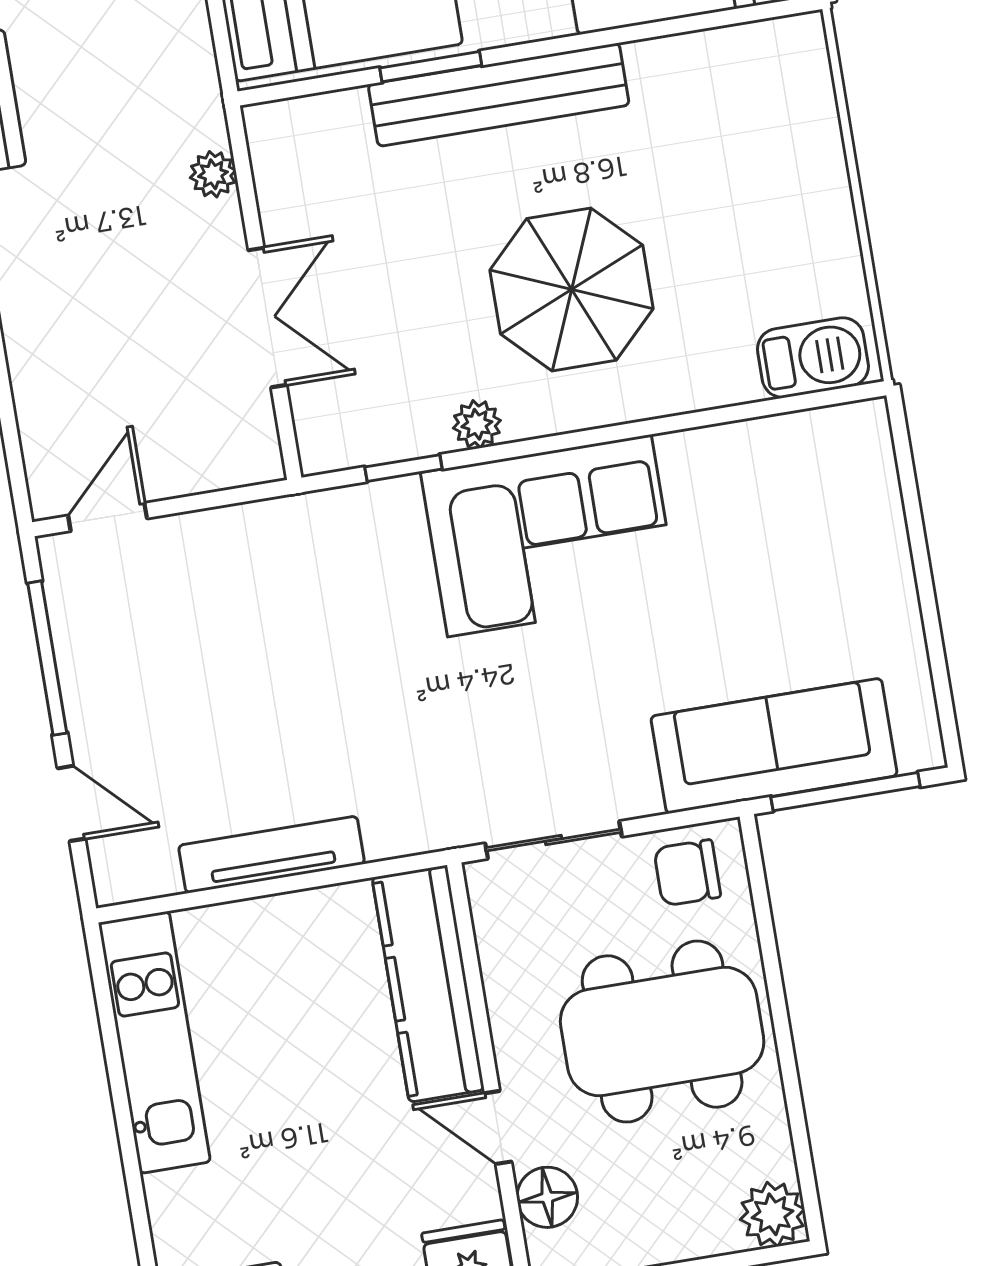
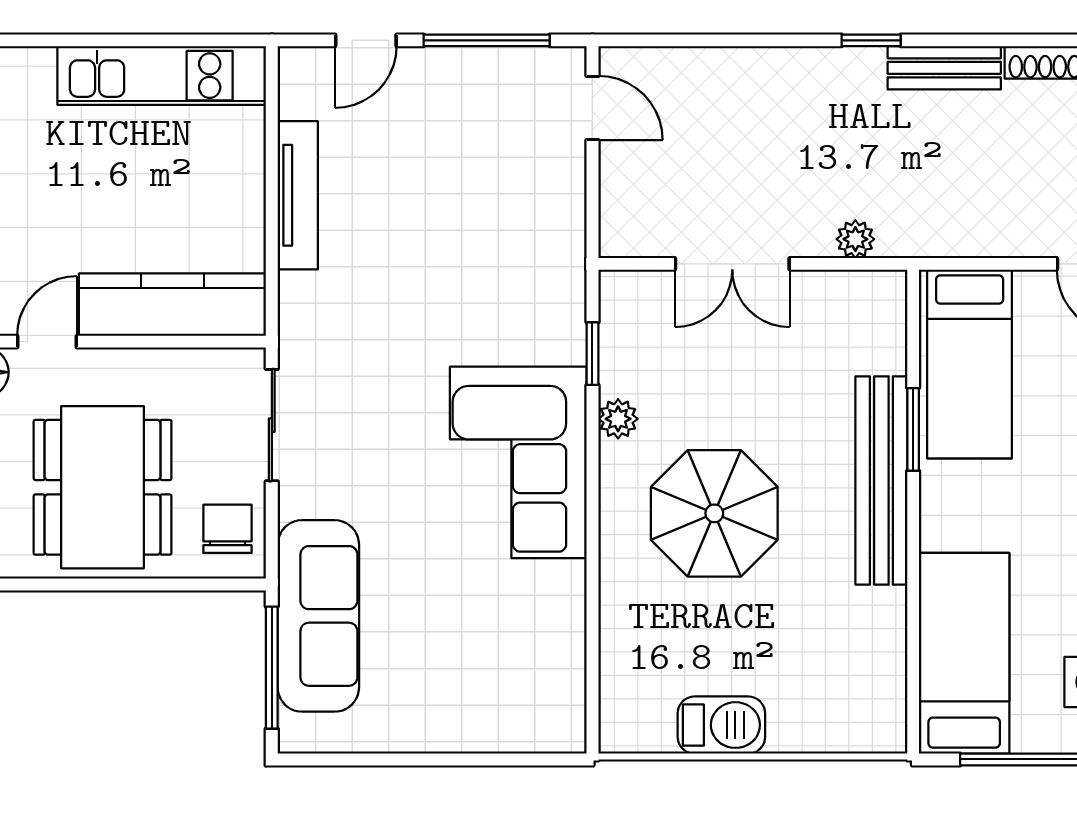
barbecue: (813, 358) -> (721, 725), moved, turned -90

